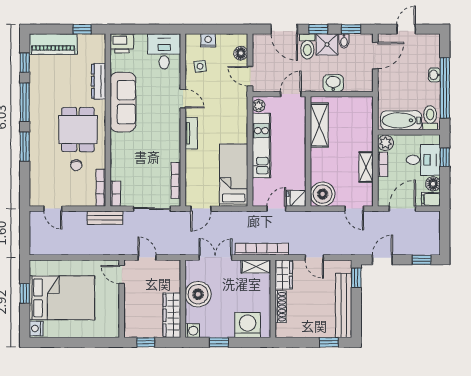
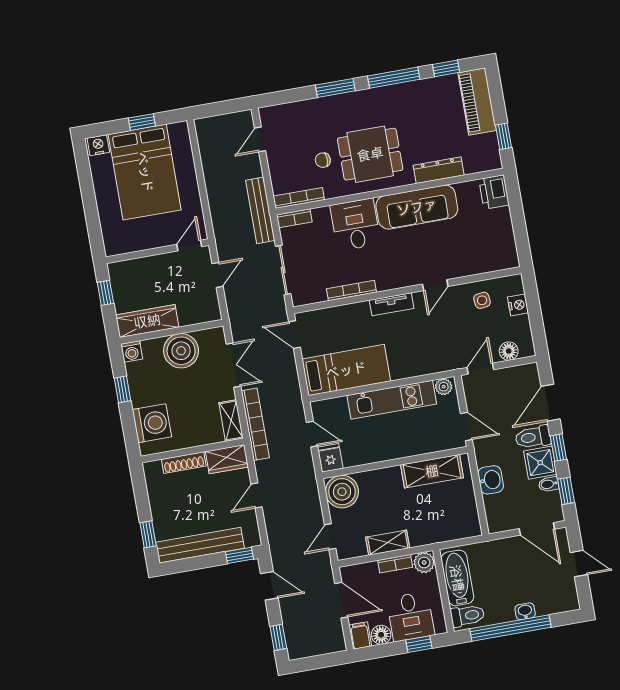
desk: (164, 51) -> (355, 225), moved, turned -90
bookcase: (176, 180) -> (351, 291), moved
bench: (105, 218) -> (260, 210), width x1.36

